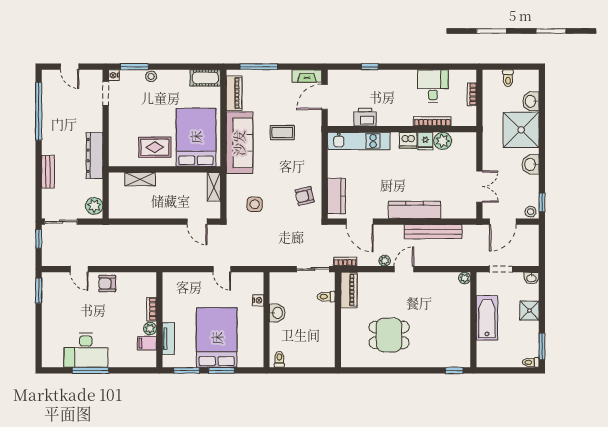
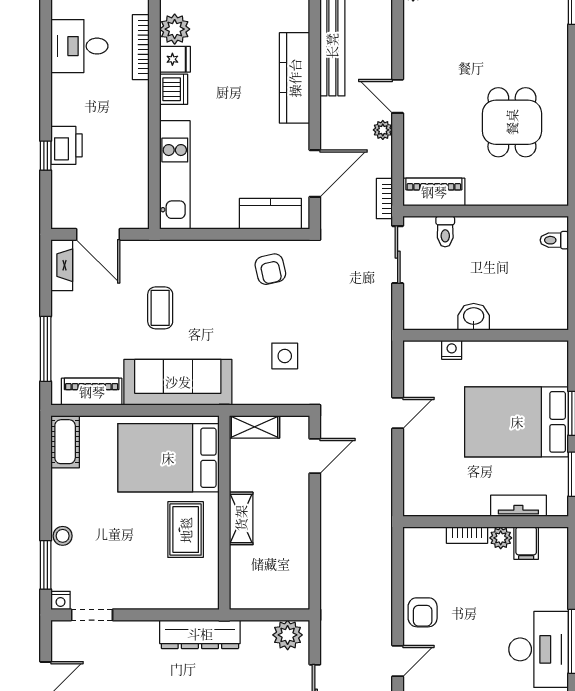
printer: (365, 117) -> (67, 145), moved, turned 180
shelving: (140, 179) -> (241, 518), moved
toilet: (279, 359) -> (554, 240), moved

